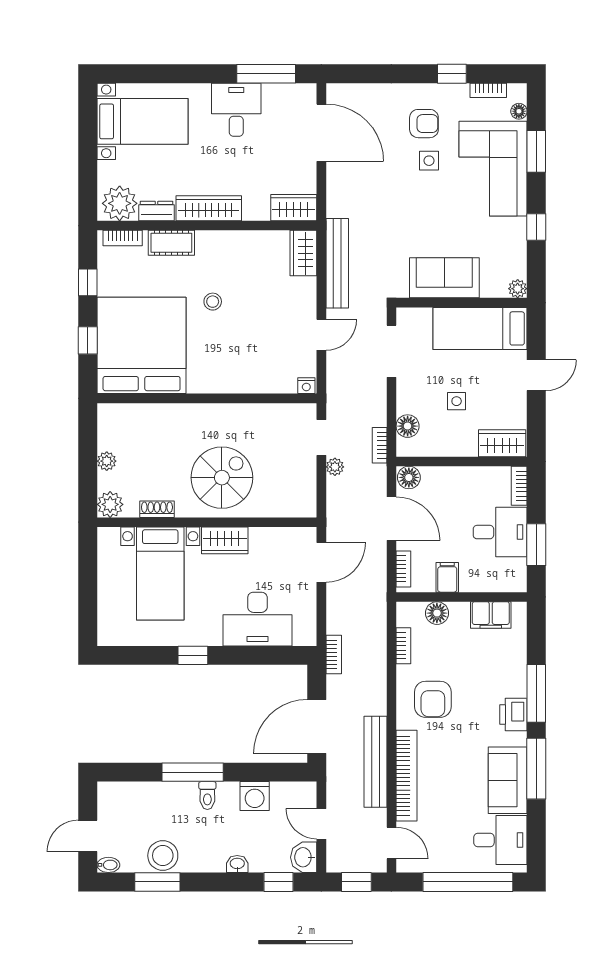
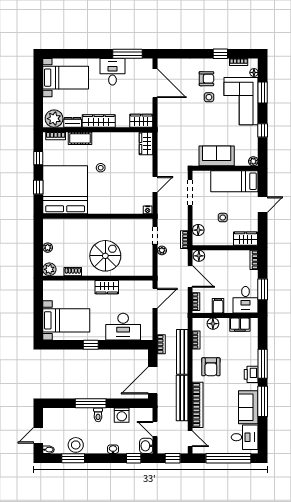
bench: (337, 263) -> (182, 352), moved
desk: (500, 532) -> (246, 300), moved, turned 90
bed with nightstands: (160, 574) -> (66, 320), moved, turned -90

